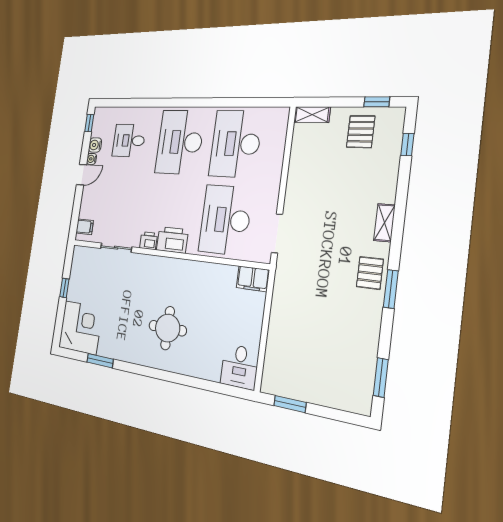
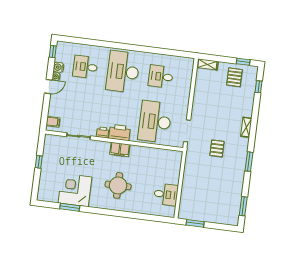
desk: (235, 144) -> (161, 77), width x0.53, depth x0.77
pallet: (370, 273) -> (217, 148), moved
filing cabinet: (253, 279) -> (120, 149), moved
corner desk: (80, 328) -> (75, 190), moved, turned -90
desk: (240, 367) -> (166, 194), moved, turned -90

